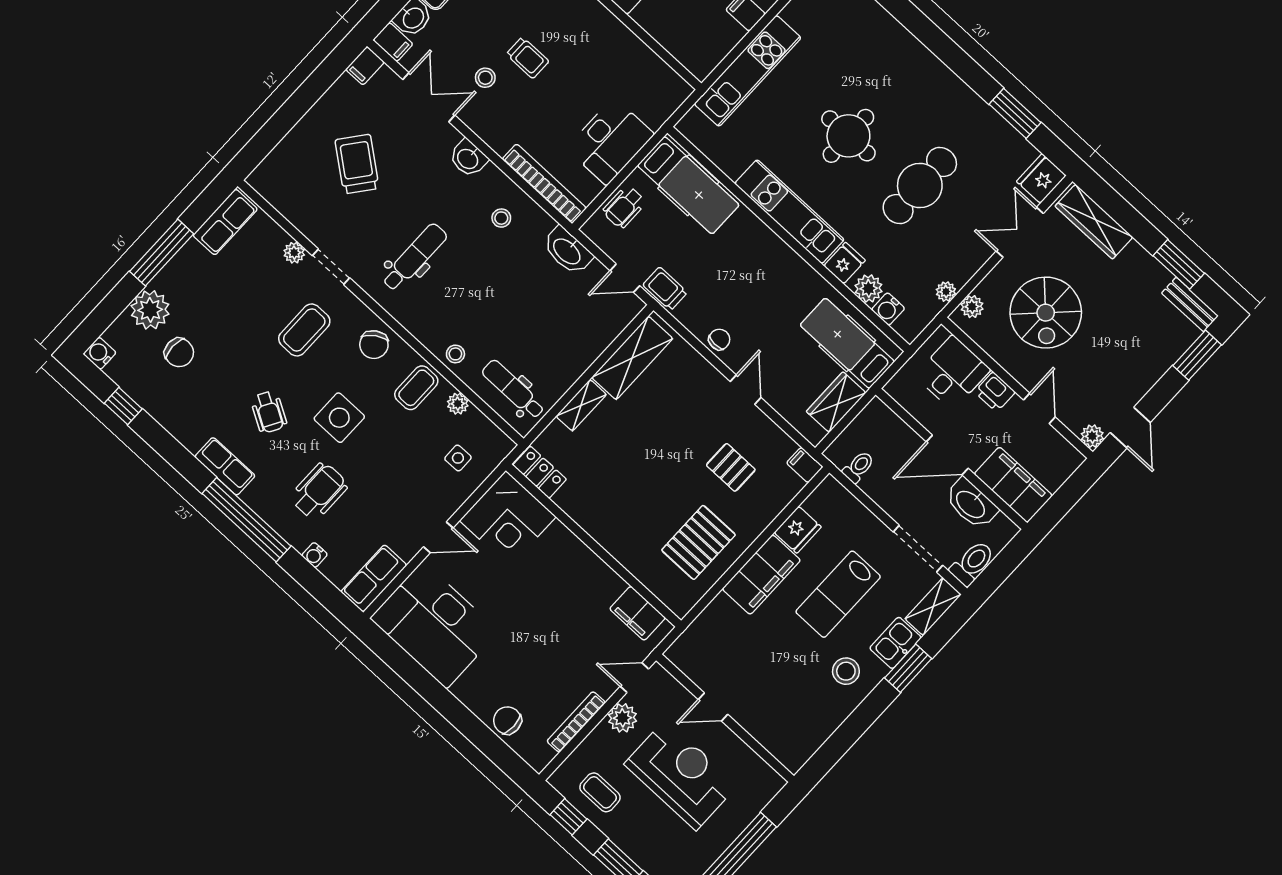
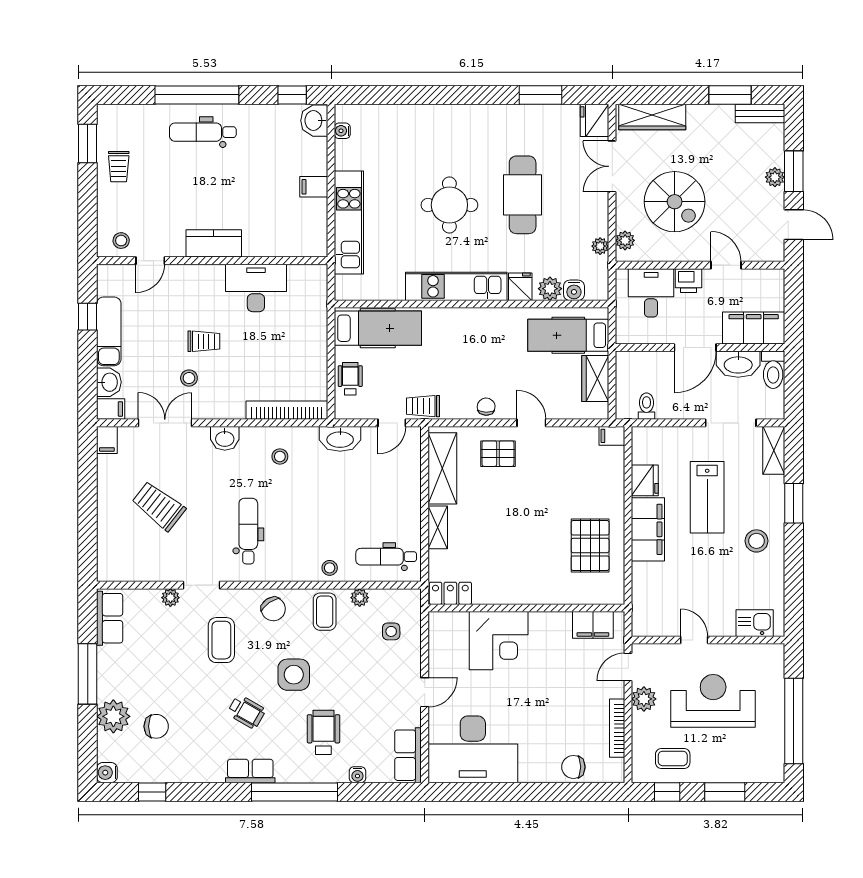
desk: (610, 141) -> (256, 288), moved, turned -90
wheelchair: (624, 207) -> (350, 379), turned 180
window: (1197, 355) -> (794, 171), moved
plant: (1092, 436) -> (775, 177), moved
pallet: (731, 467) -> (498, 454), moved
corner desk: (508, 519) -> (499, 641), moved
toilet: (972, 563) -> (773, 370), moved, turned 180
kitchen sink: (895, 643) -> (755, 623), moved, turned 90
door: (713, 707) -> (694, 640), swing flipped

